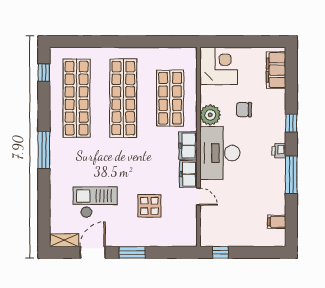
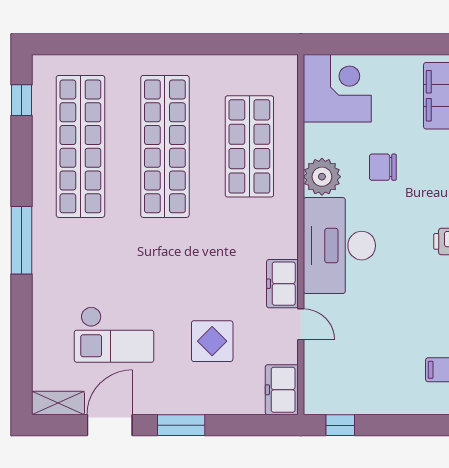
freezer: (188, 146) -> (282, 390), moved
checkout: (95, 202) -> (114, 335), turned 180

